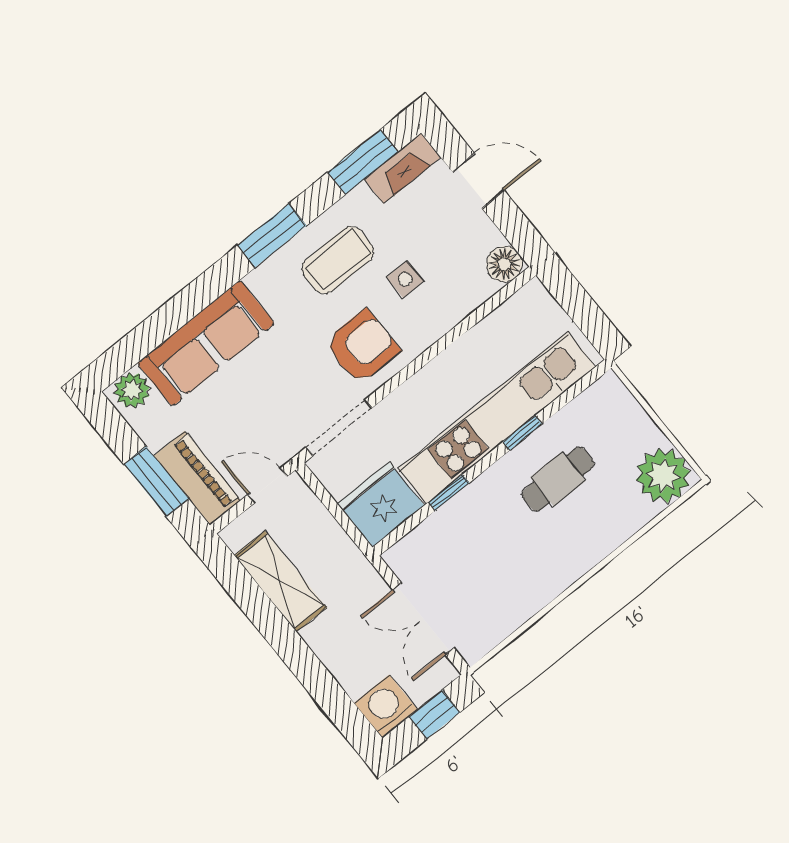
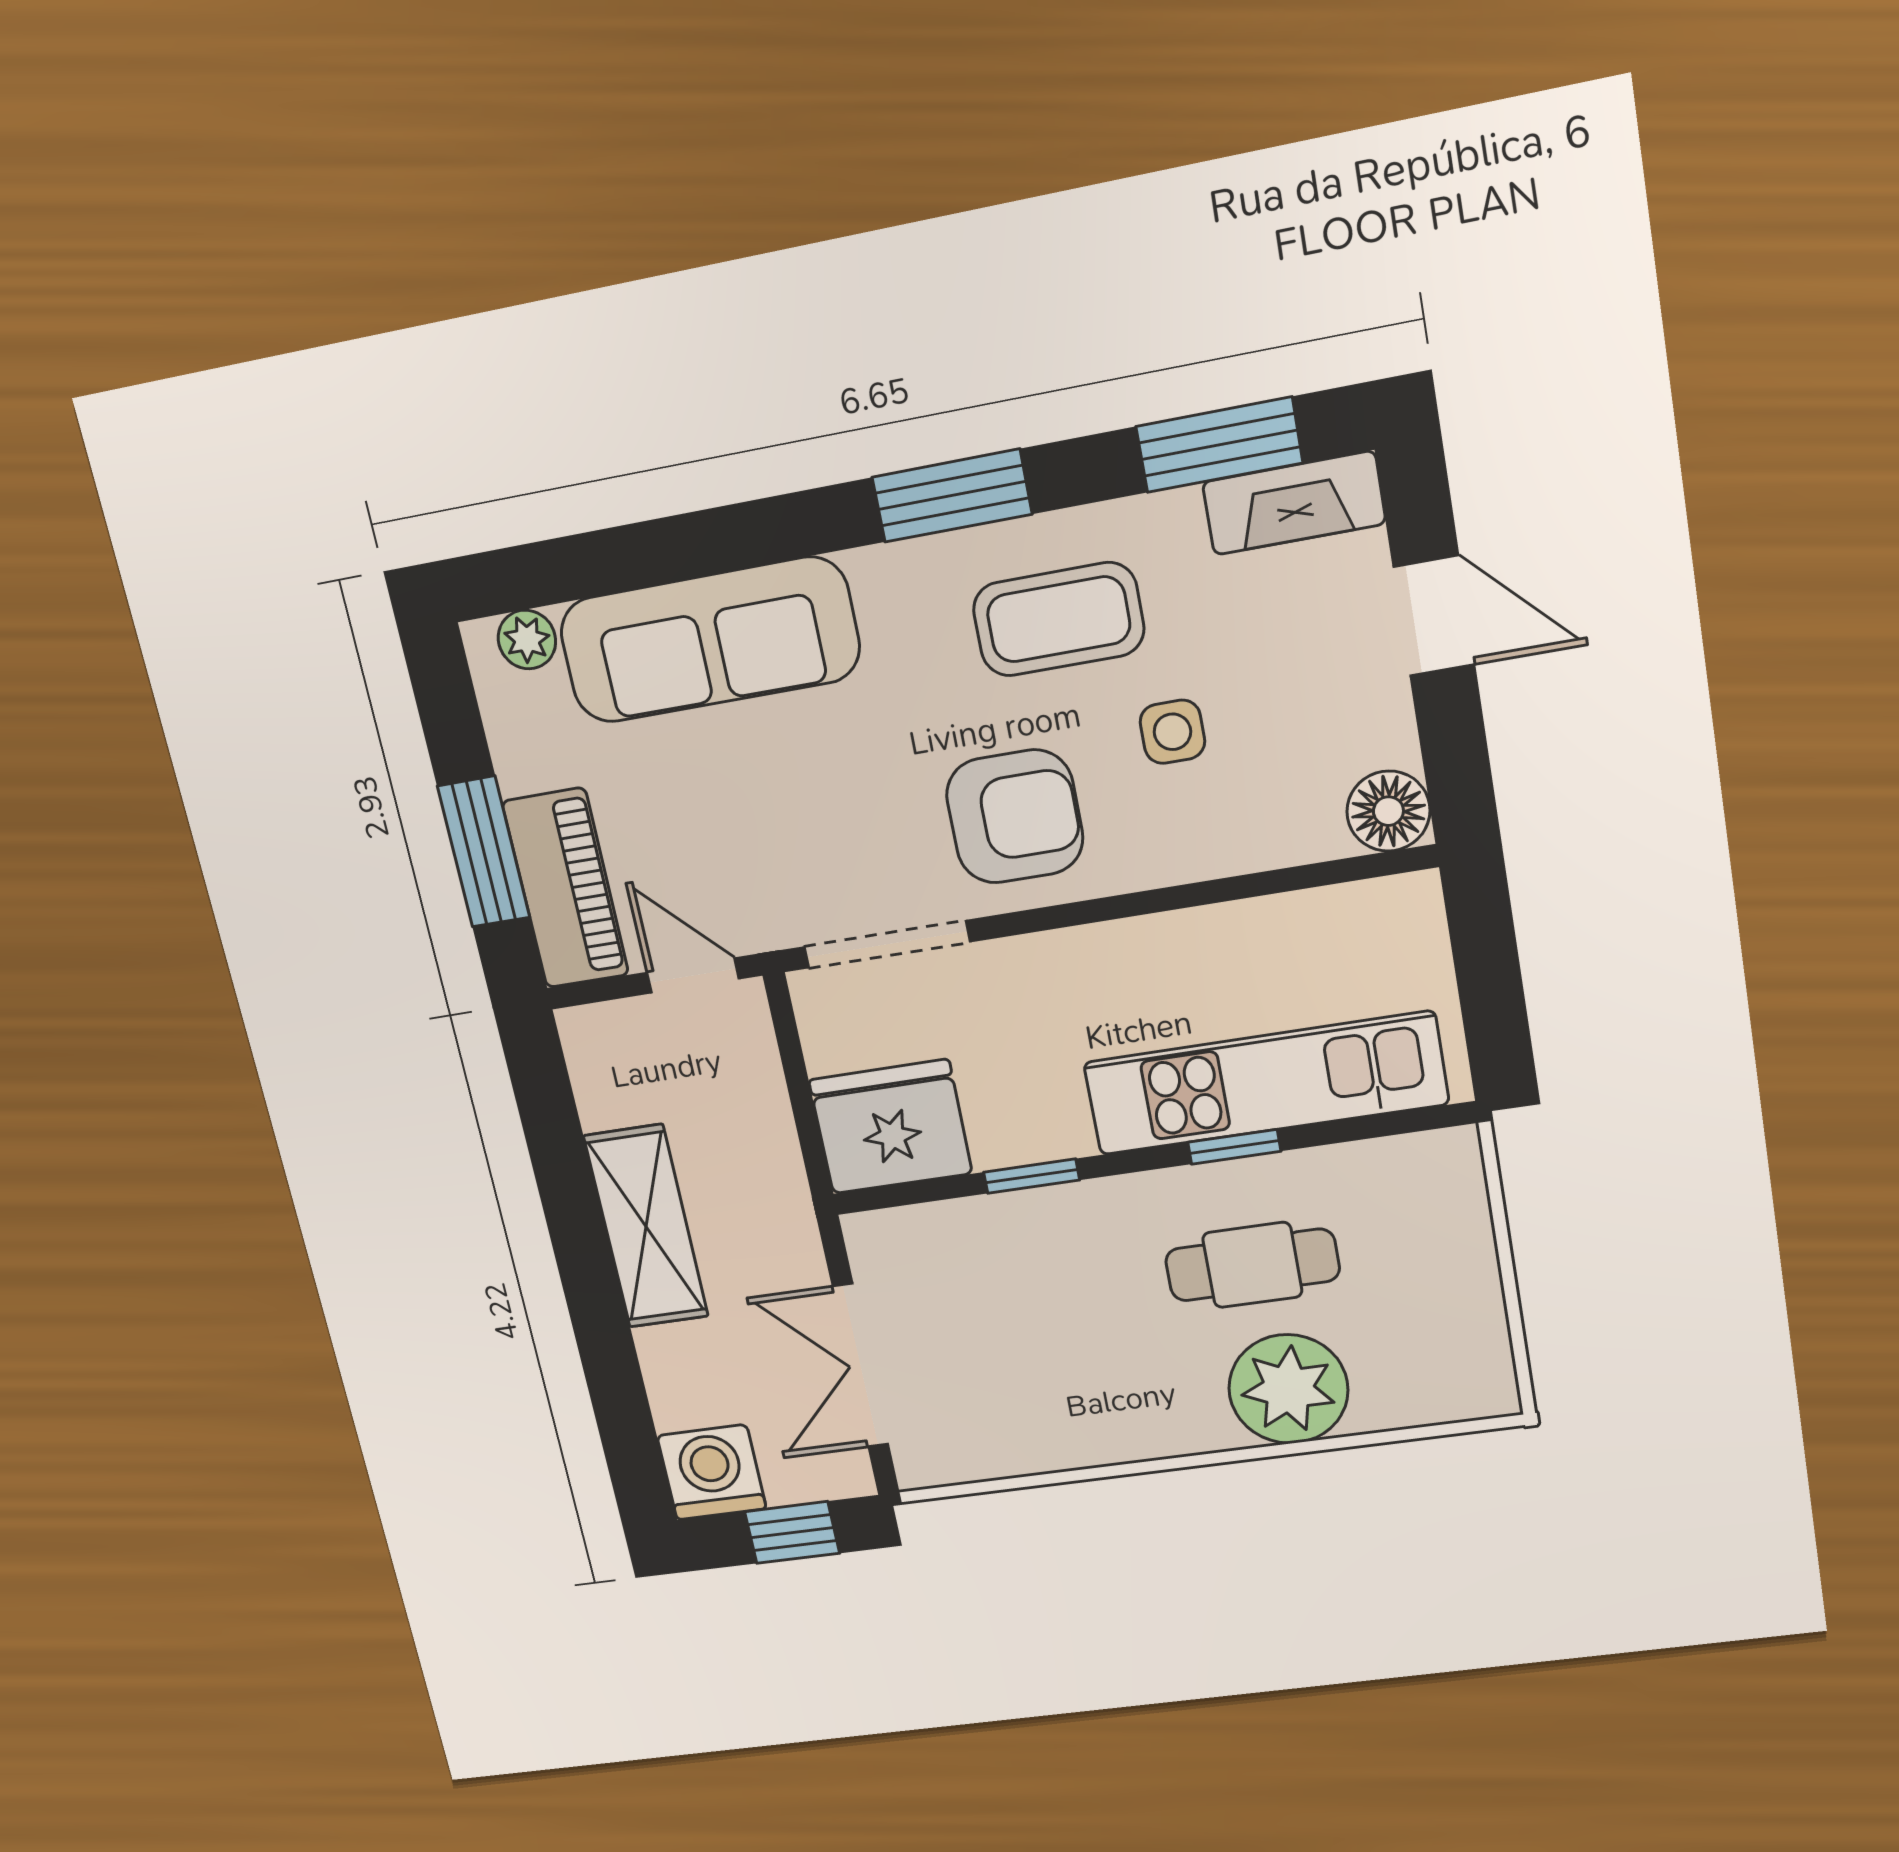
plant: (132, 390) -> (527, 639), width x0.73, depth x0.73
kitchen unit: (497, 418) -> (1265, 1083), width x0.73
plant: (663, 476) -> (1288, 1389), moved
shelving: (281, 582) -> (646, 1226), moved

